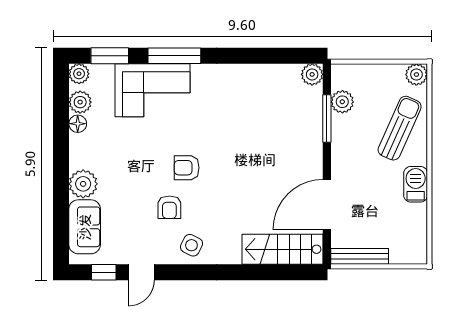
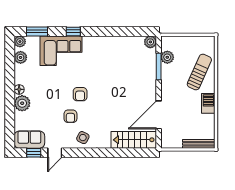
window: (174, 56) -> (73, 31), width x0.46
plant: (416, 75) -> (209, 42), removed
floor lamp: (78, 124) -> (19, 89), moved
armchair: (187, 168) -> (80, 94), turned -90
sofa: (85, 227) -> (29, 140), moved, turned -90
bench: (360, 256) -> (199, 144), moved

